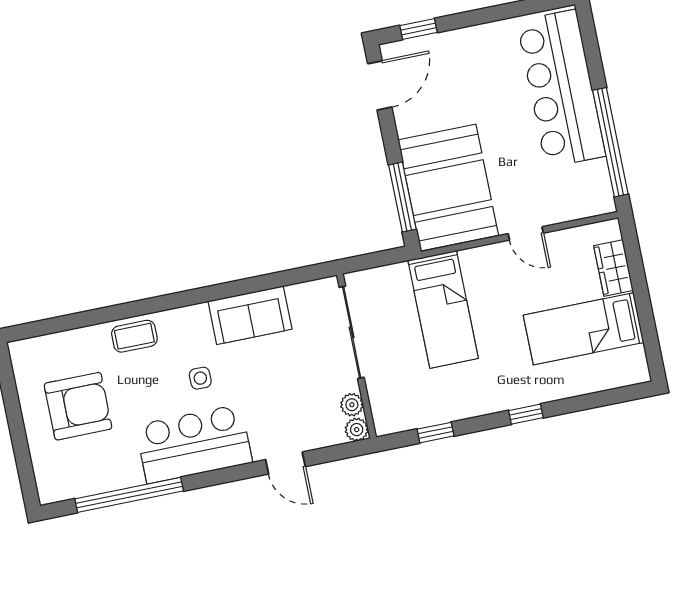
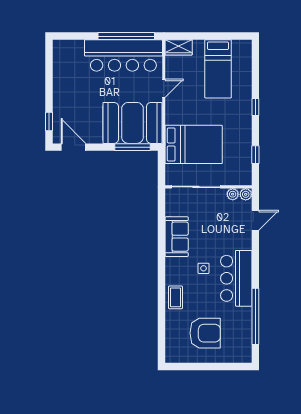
bar counter: (561, 89) -> (123, 55), moved
wardrobe: (613, 268) -> (179, 47), moved
bed: (443, 309) -> (194, 144), width x1.50
armchair: (78, 406) -> (205, 333), turned 90
door: (285, 463) -> (255, 220), moved

